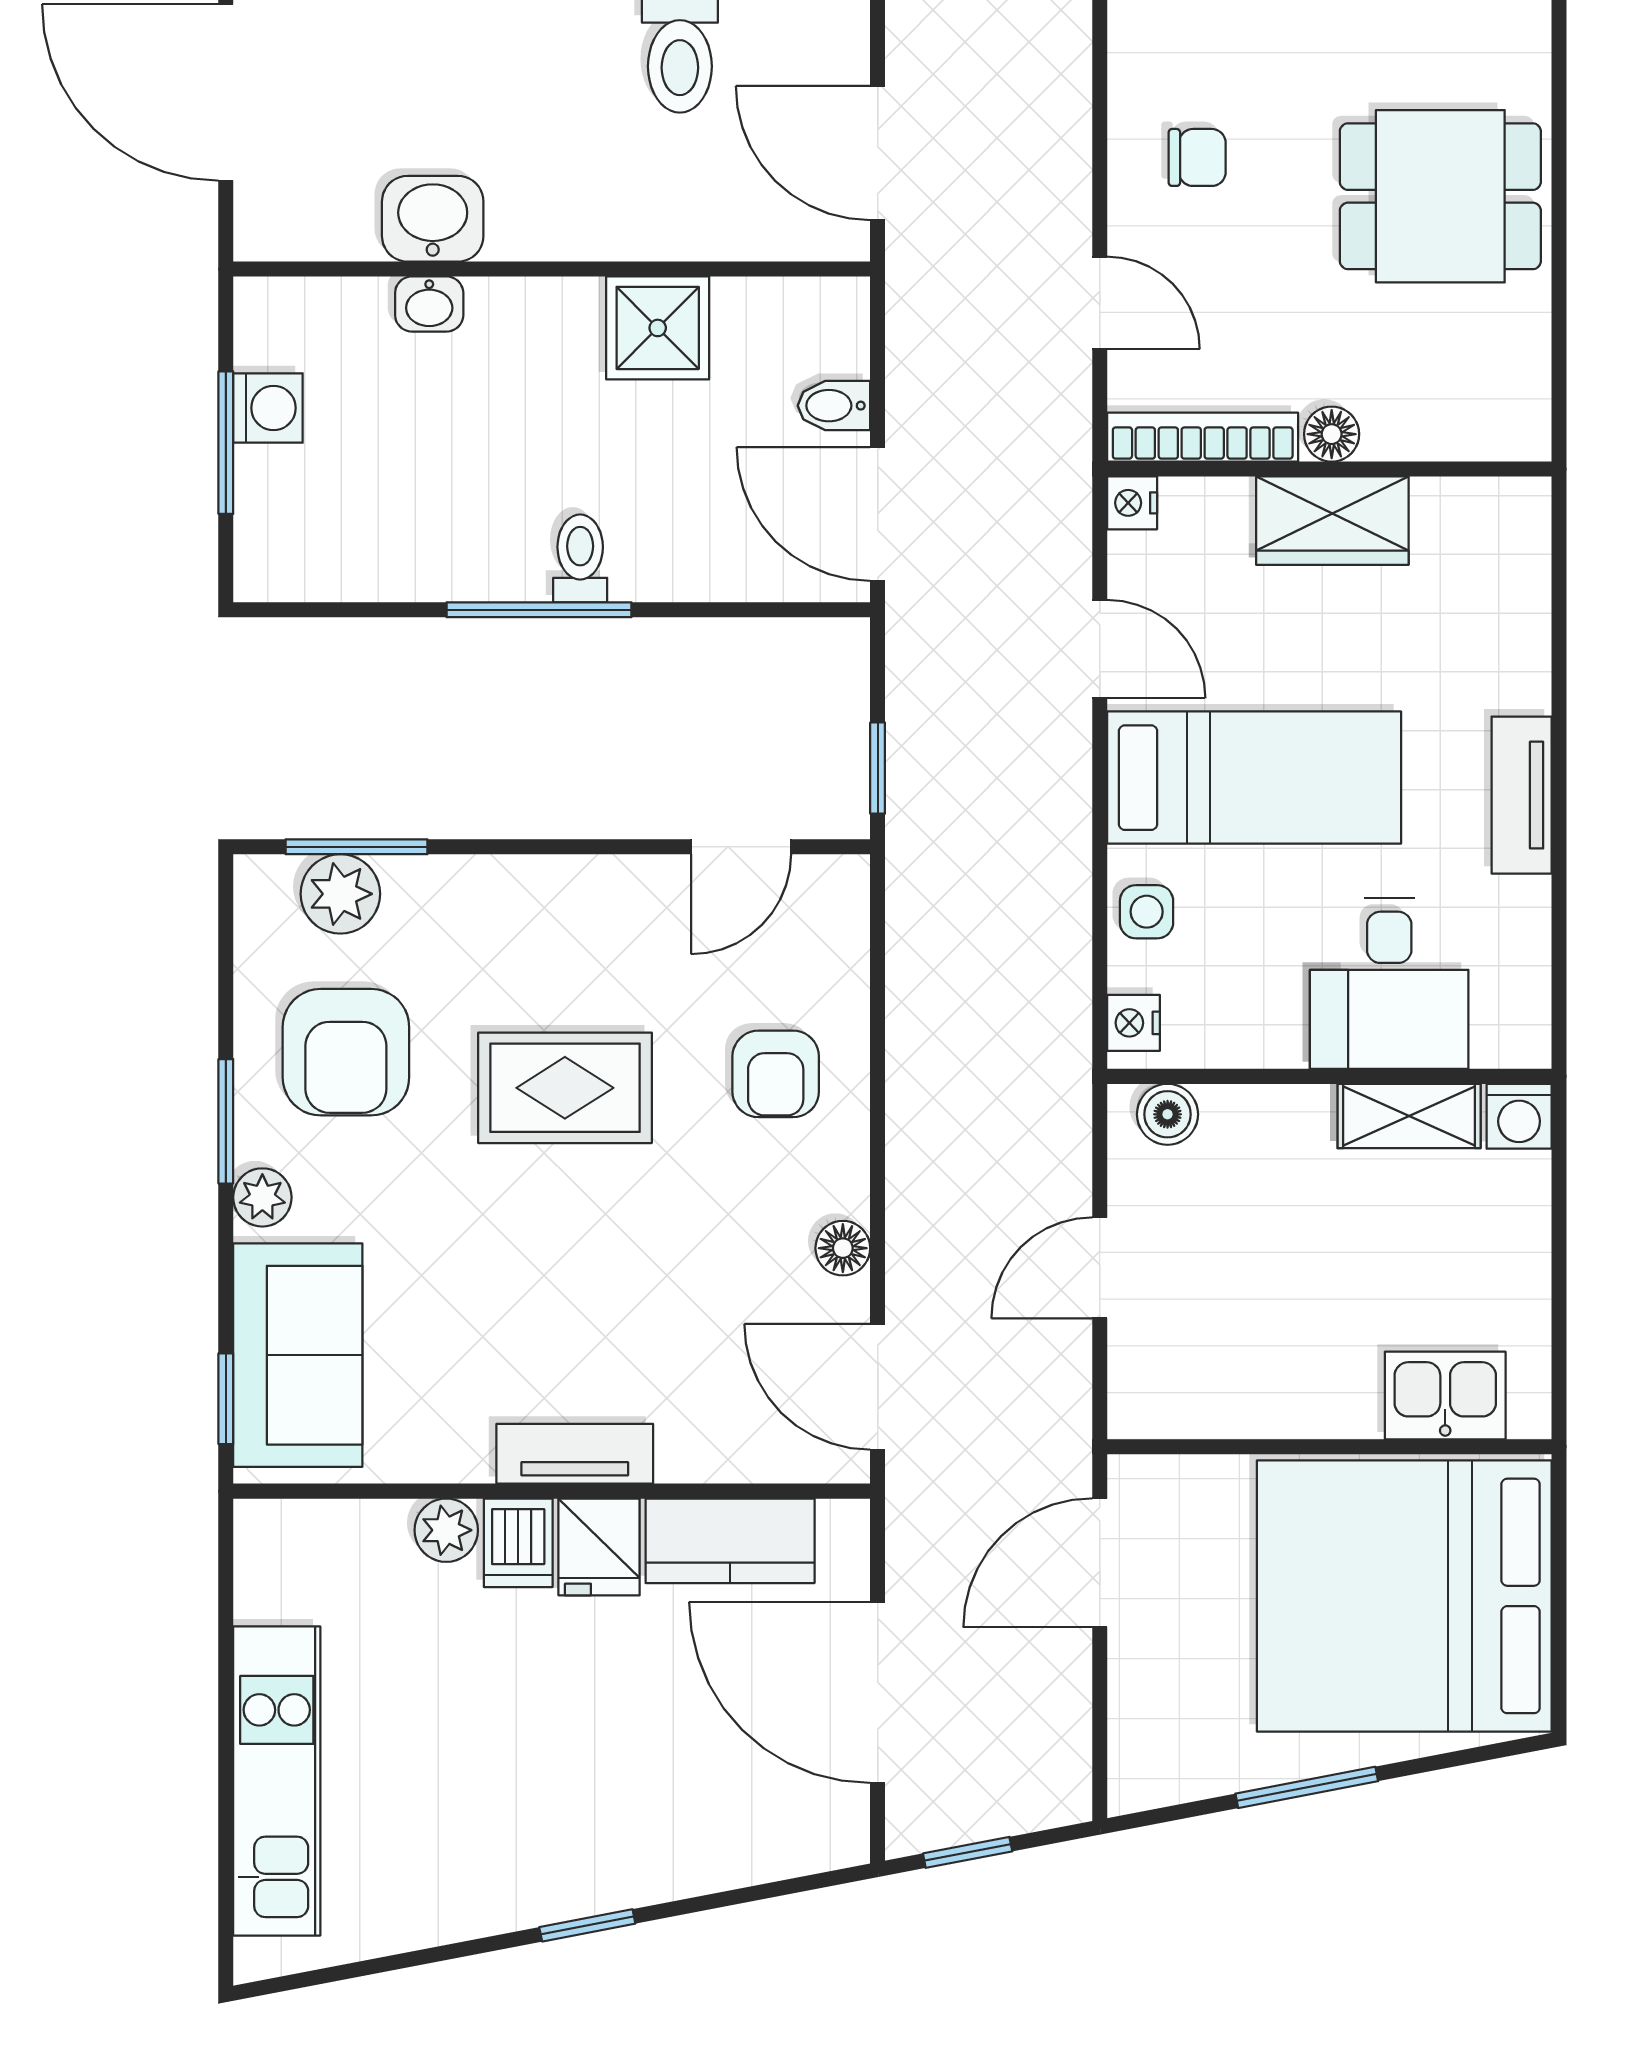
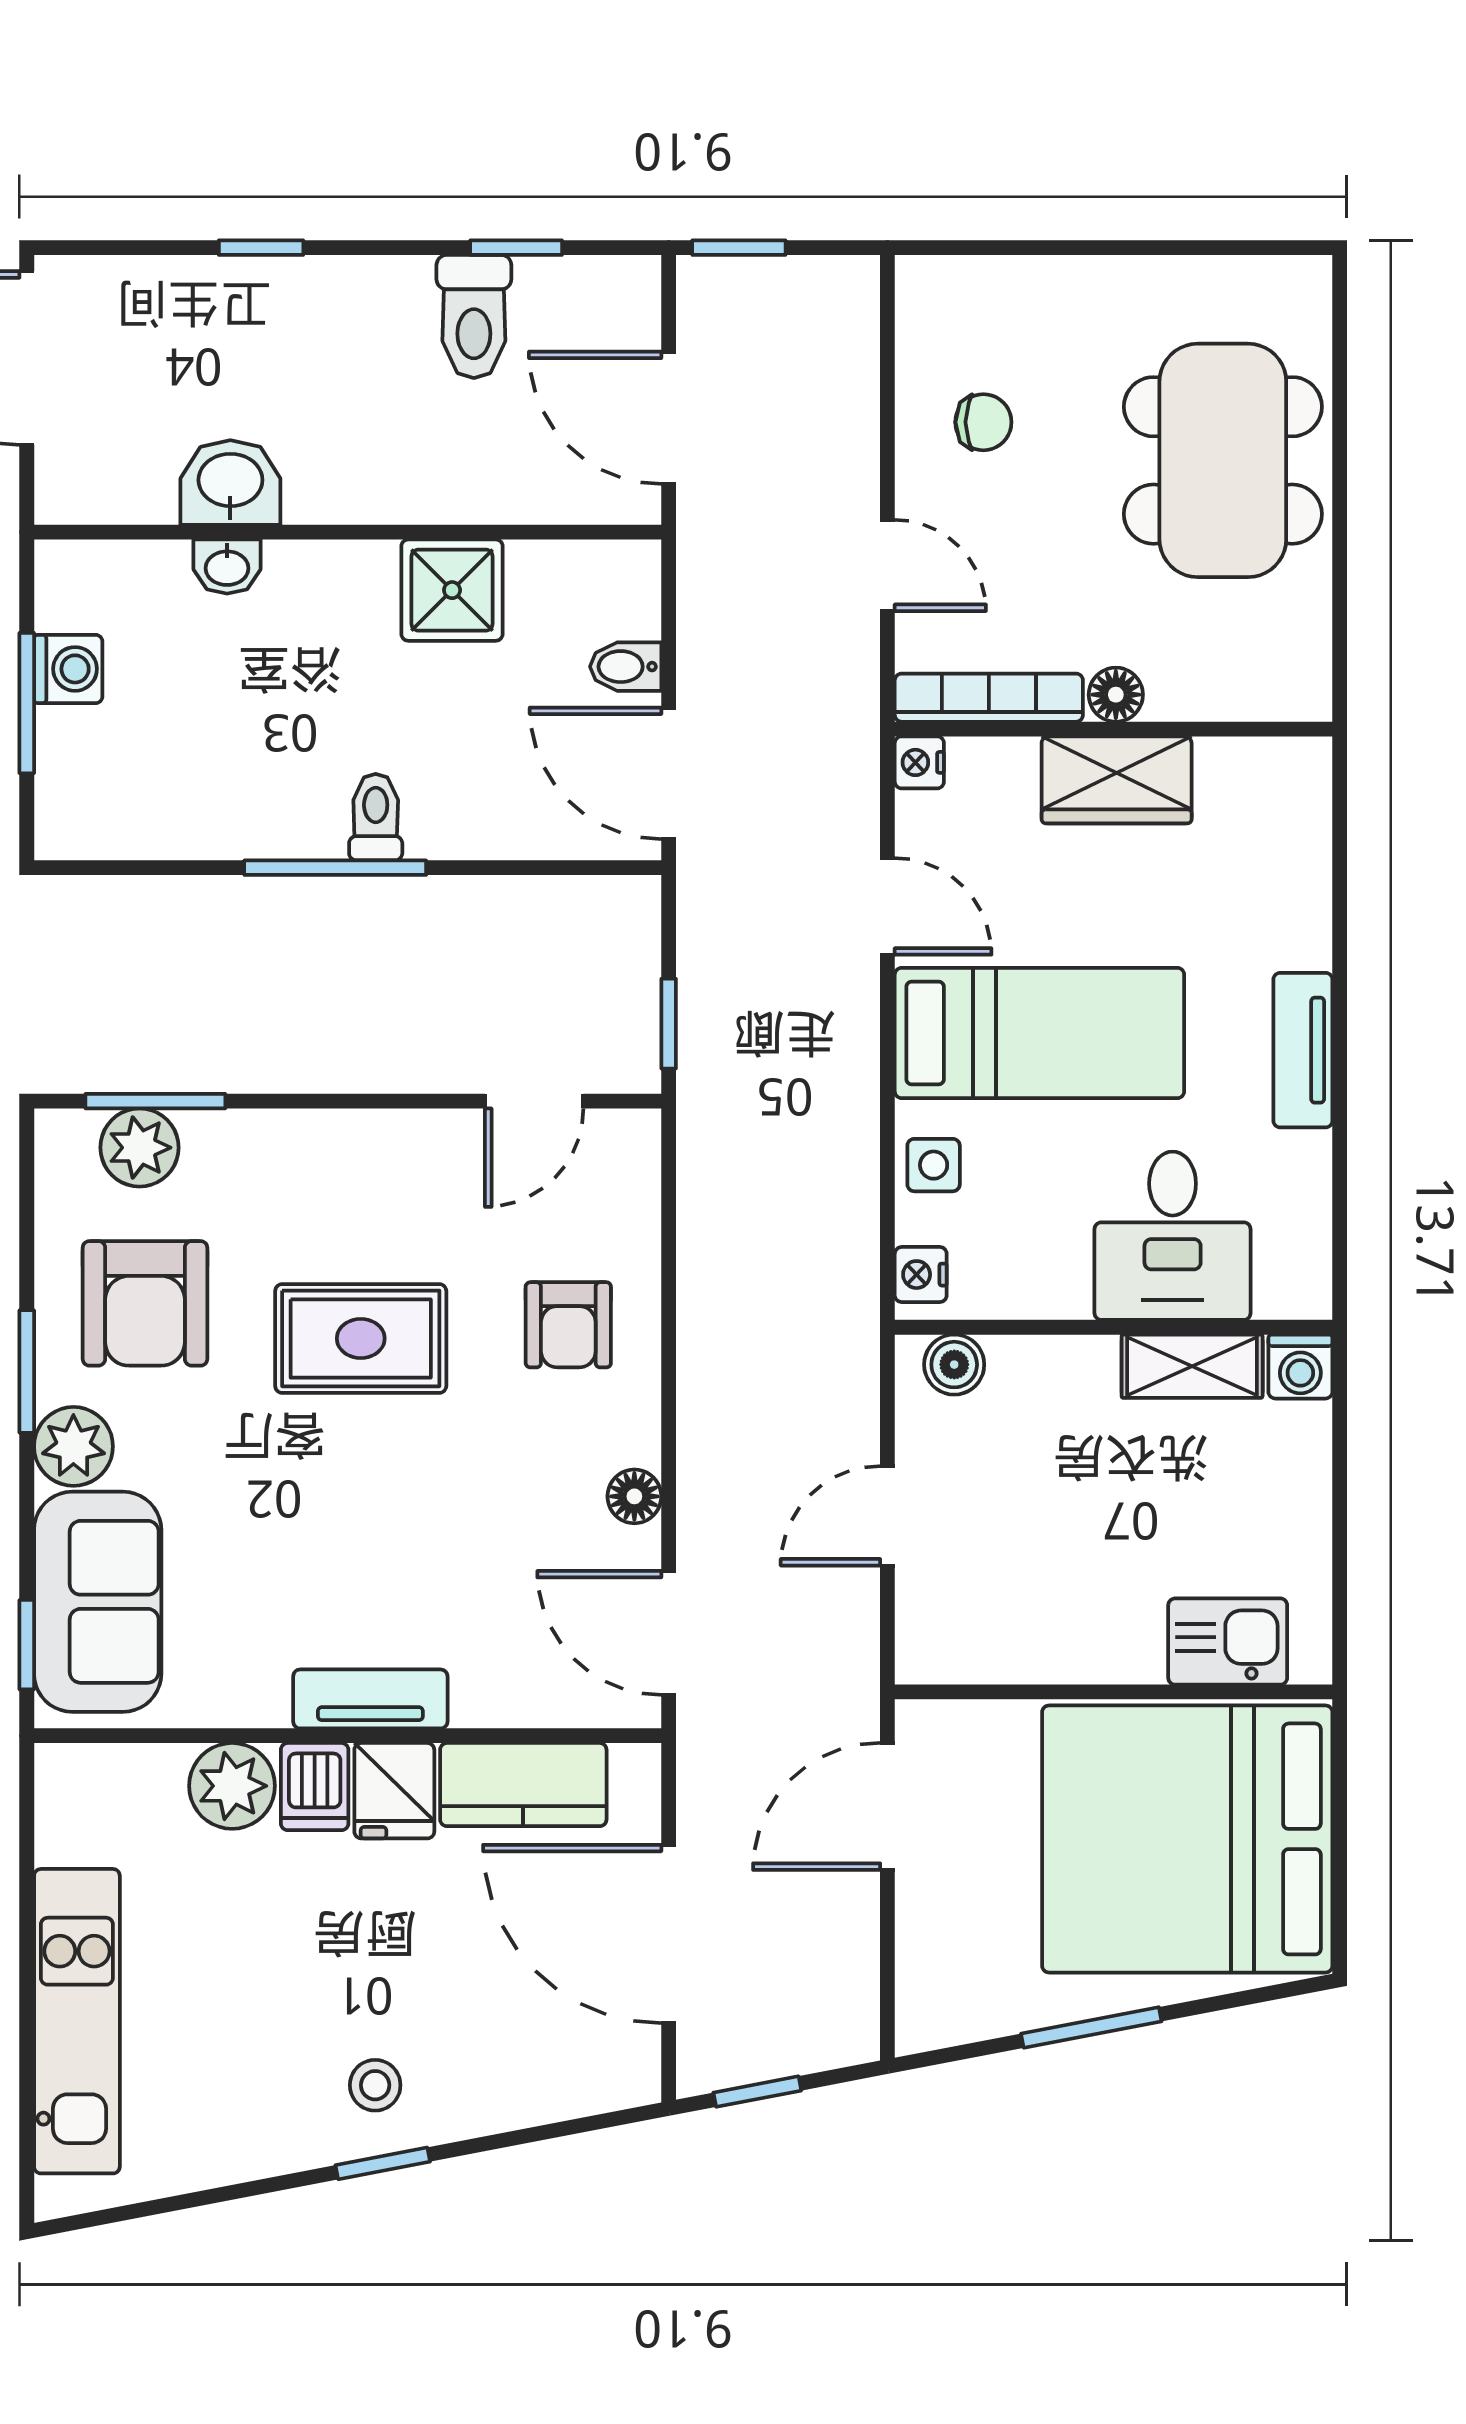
dining table: (1440, 196) -> (1223, 460), width x1.37
plant: (262, 1197) -> (73, 1446), width x1.38, depth x1.38
plant: (446, 1530) -> (232, 1786), width x1.38, depth x1.38
stool: (580, 1846) -> (375, 2085), added

